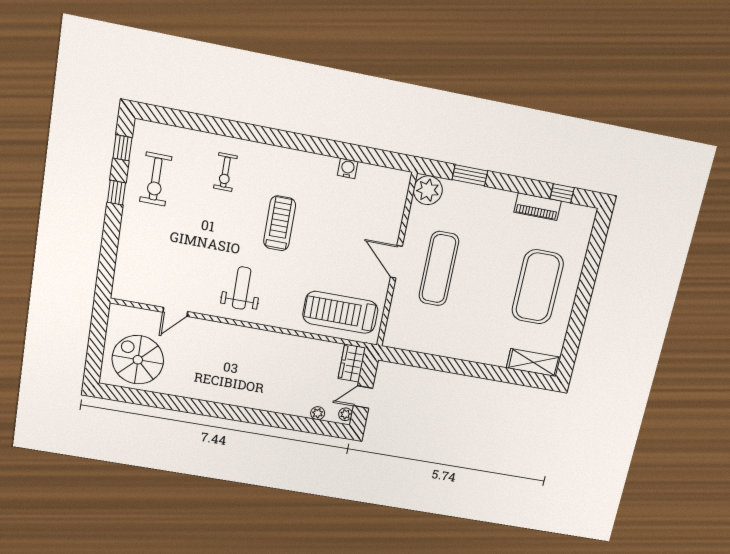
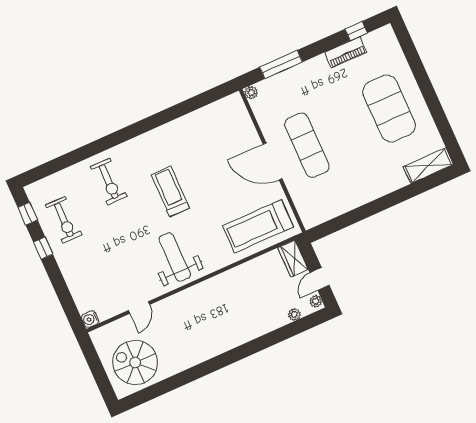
water cooler: (348, 168) -> (90, 319), moved, turned -90
exercise bike: (225, 172) -> (109, 182), width x1.38, depth x1.39
window: (470, 175) -> (281, 65), width x1.44
plant: (428, 190) -> (251, 93), width x0.53, depth x0.53
door: (396, 262) -> (273, 161), width x1.36
weight bench: (242, 288) -> (175, 257), width x1.36, depth x1.33

